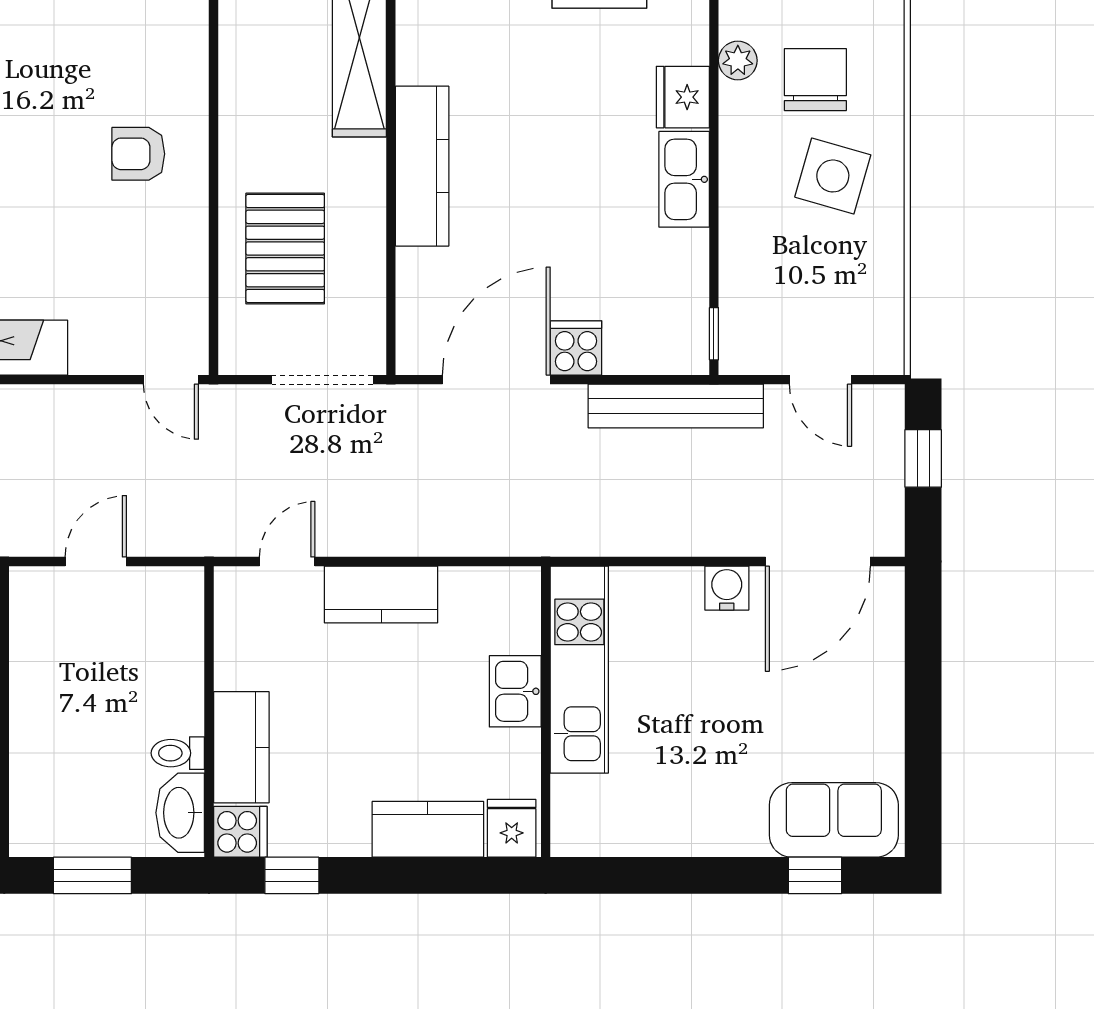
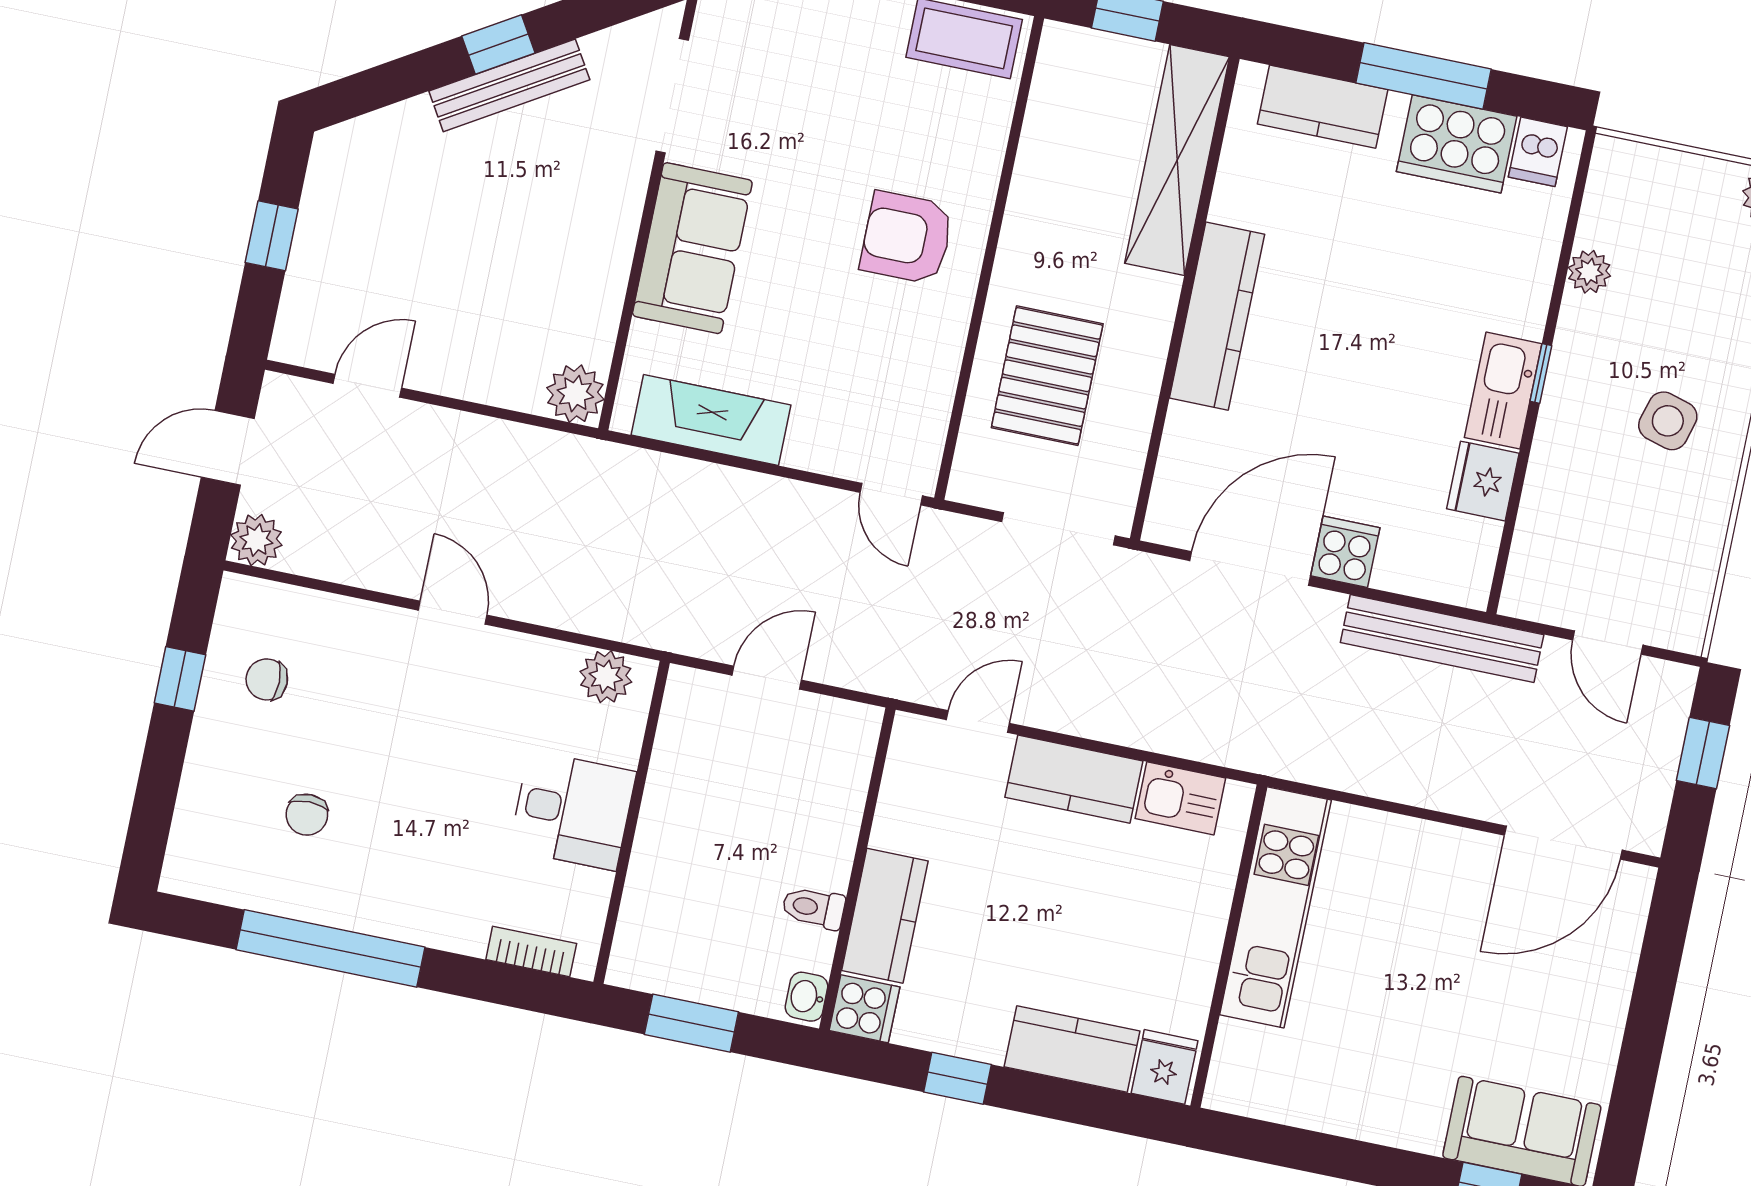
chair: (815, 80) -> (1671, 310), removed
fridge: (683, 97) -> (1483, 481), moved
armchair: (138, 154) -> (907, 238), width x1.38, depth x1.38
side table: (833, 176) -> (1668, 421), width x0.73, depth x0.73
window: (714, 334) -> (1541, 373), moved
water cooler: (727, 588) -> (1457, 851), removed
kitchen sink: (515, 691) -> (1180, 798), moved, turned -90
washbasin: (180, 813) -> (806, 997), width x0.52, depth x0.69
window: (292, 875) -> (958, 1078), moved

